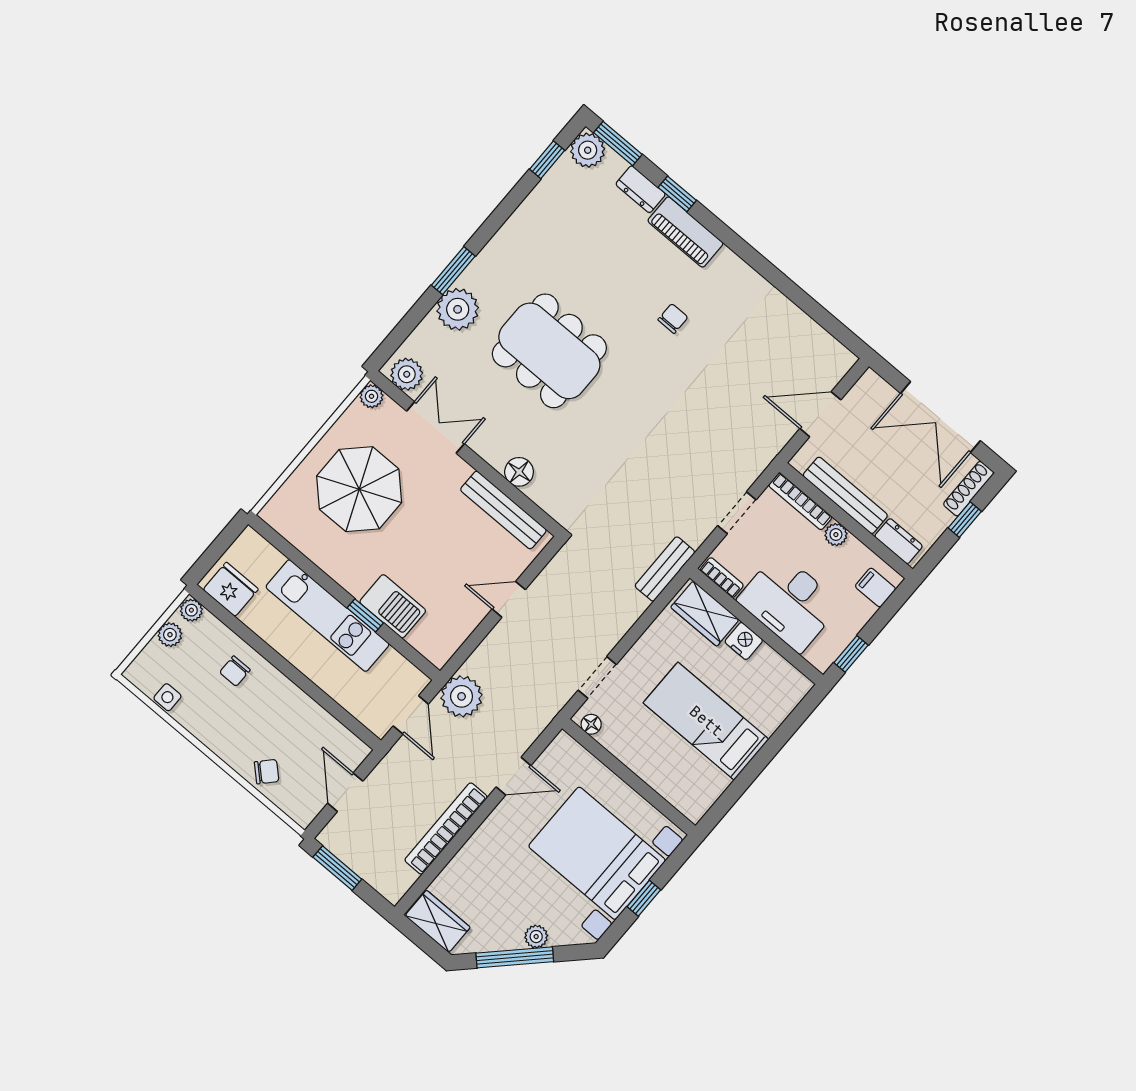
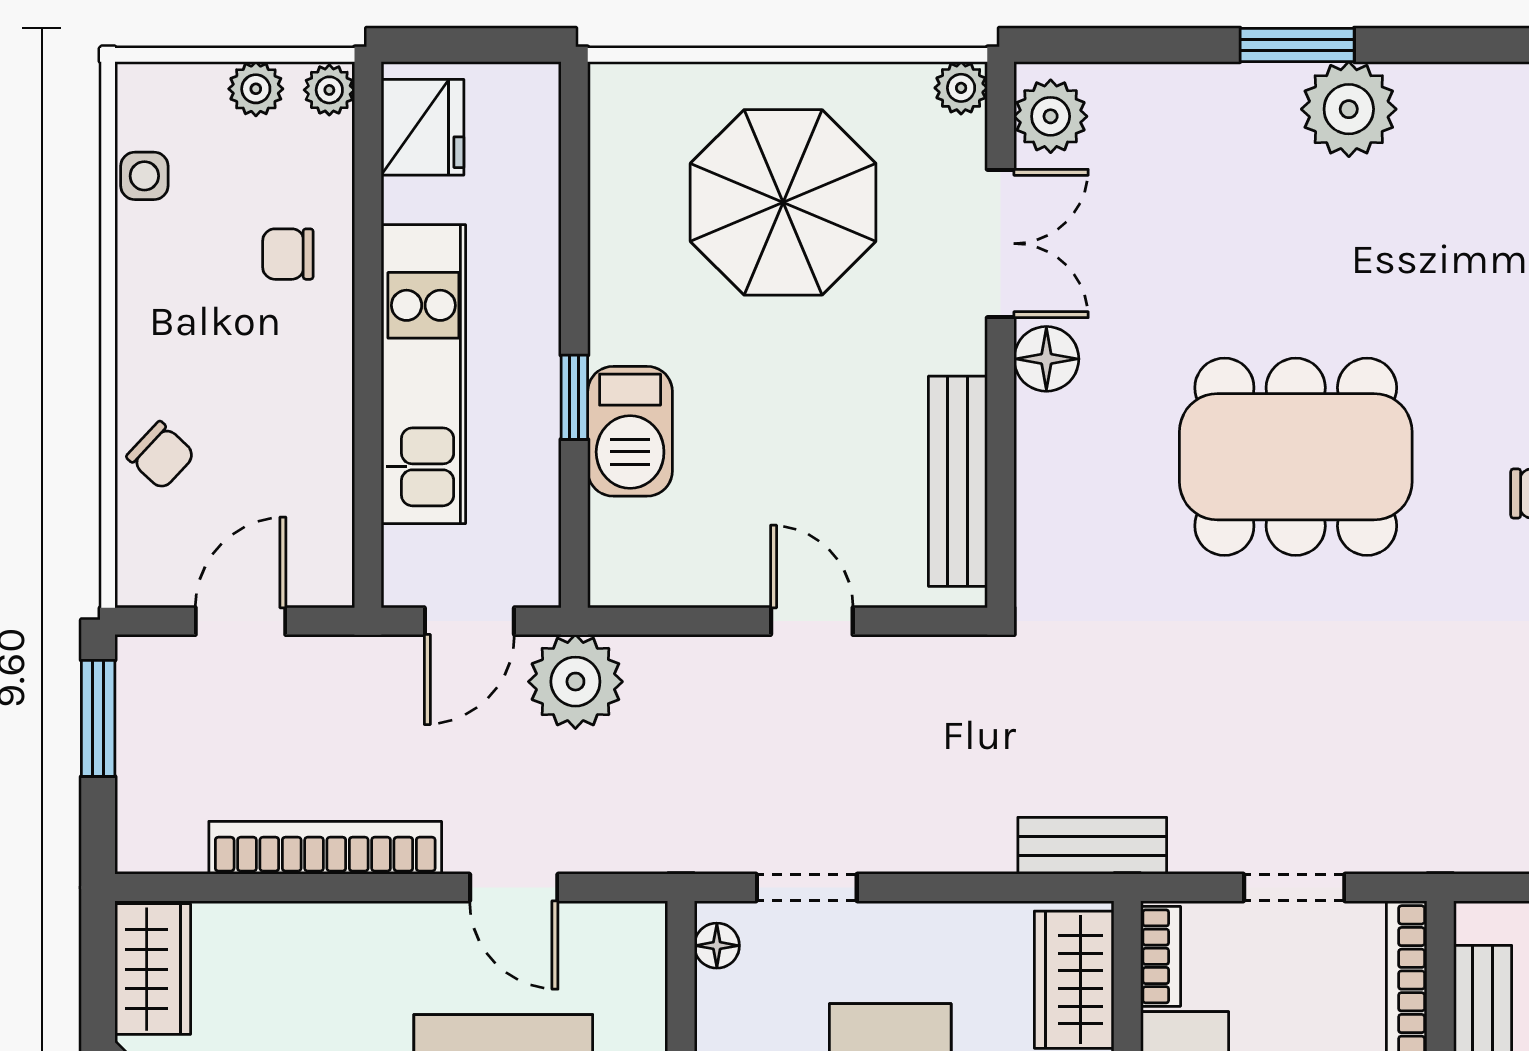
plant: (458, 309) -> (1349, 109), moved
dining table: (549, 351) -> (1296, 457), moved, turned 90
floor lamp: (519, 472) -> (1046, 359), moved
kitchen unit: (328, 616) -> (423, 374), moved, turned 180

